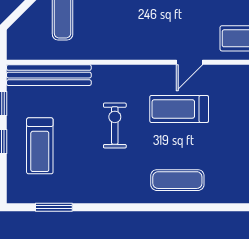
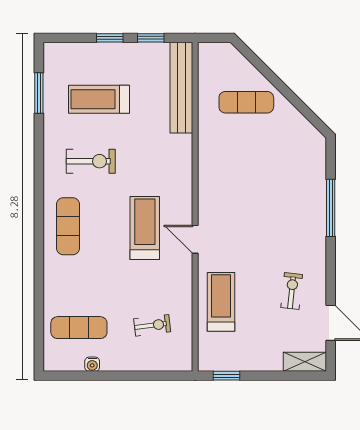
exercise bike: (115, 125) -> (91, 161), moved
treadmill: (40, 146) -> (99, 99), moved

